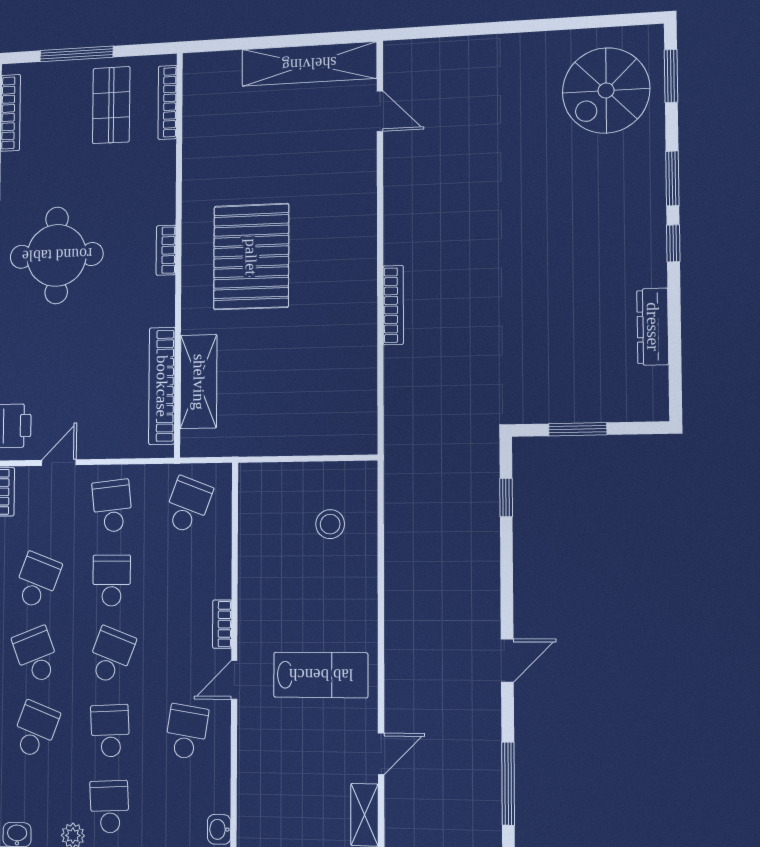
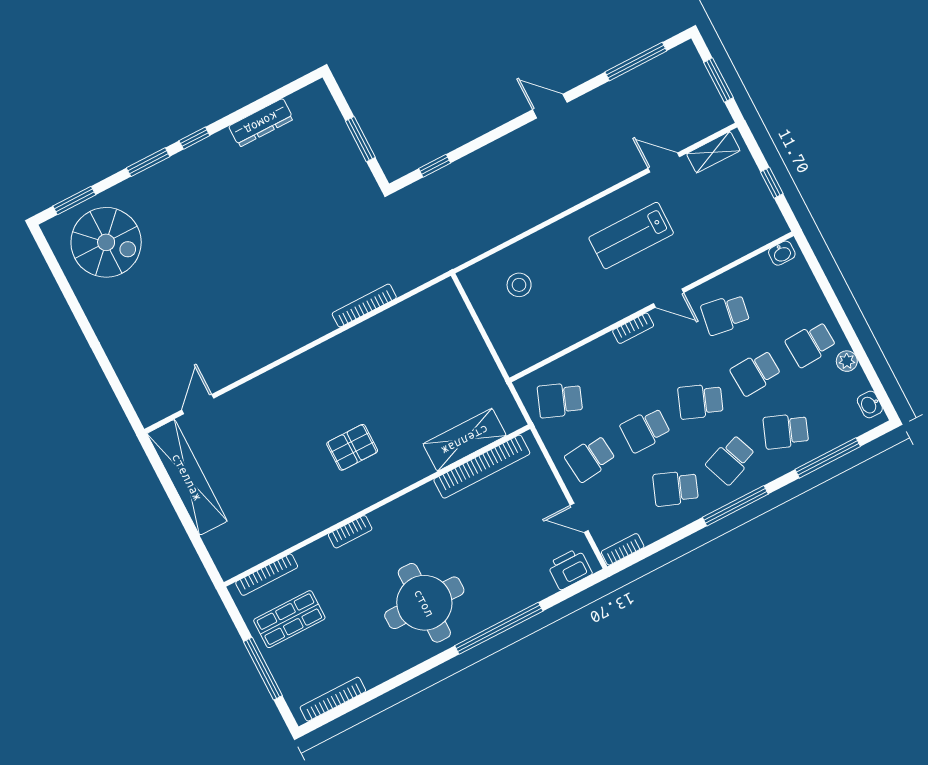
bookcase: (166, 250) -> (350, 532), moved
pallet: (251, 257) -> (352, 447), width x0.49, depth x0.50
bookcase: (393, 305) -> (364, 306), moved
lab bench: (321, 675) -> (631, 236), turned -90

